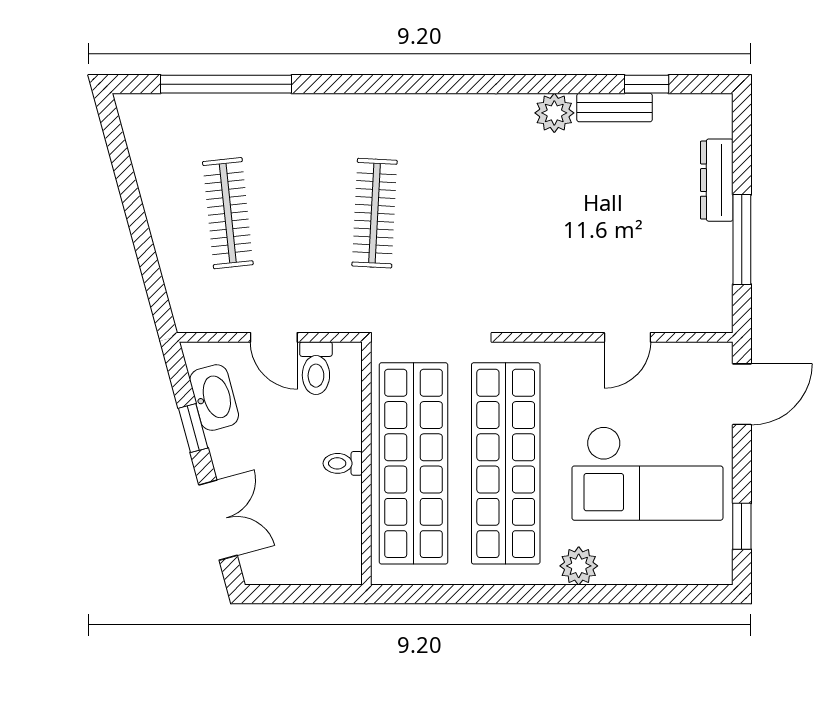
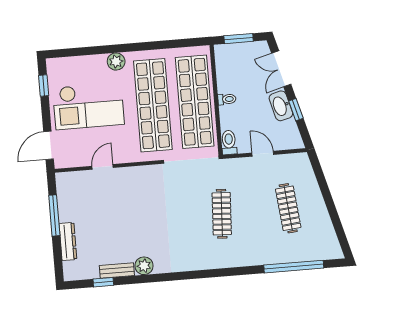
toilet: (316, 368) -> (229, 142), moved
washbasin: (214, 398) -> (281, 106), moved
checkout: (647, 473) -> (88, 106), turned 180
window: (306, 594) -> (239, 39), added

